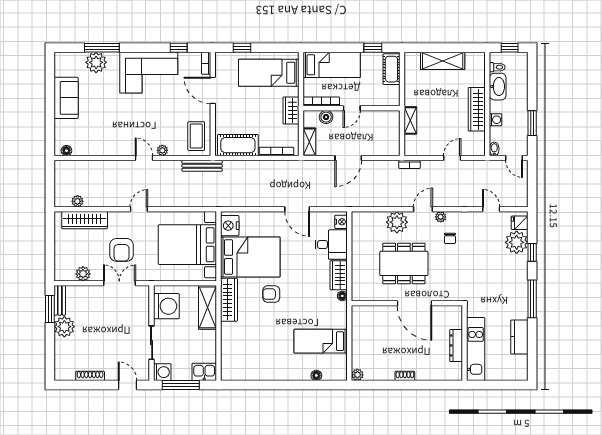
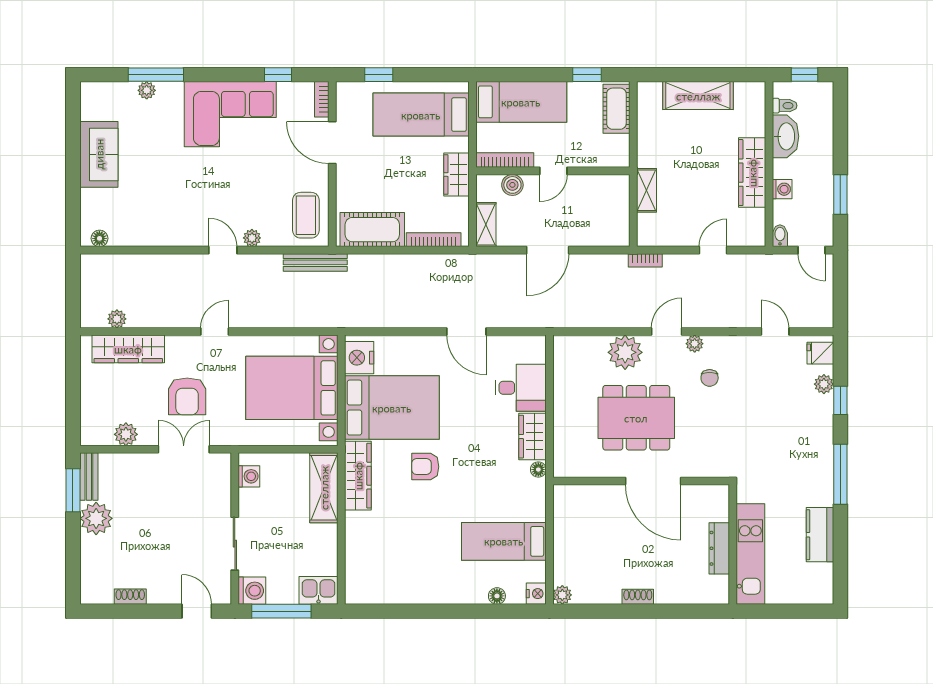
plant: (96, 62) -> (147, 90), width x0.53, depth x0.53
nightstand: (341, 222) -> (536, 594), moved
plant: (517, 242) -> (824, 384), width x0.53, depth x0.53
washing machine: (166, 306) -> (249, 476), width x0.53, depth x0.53
shoe rack: (90, 376) -> (130, 597), width x0.70

